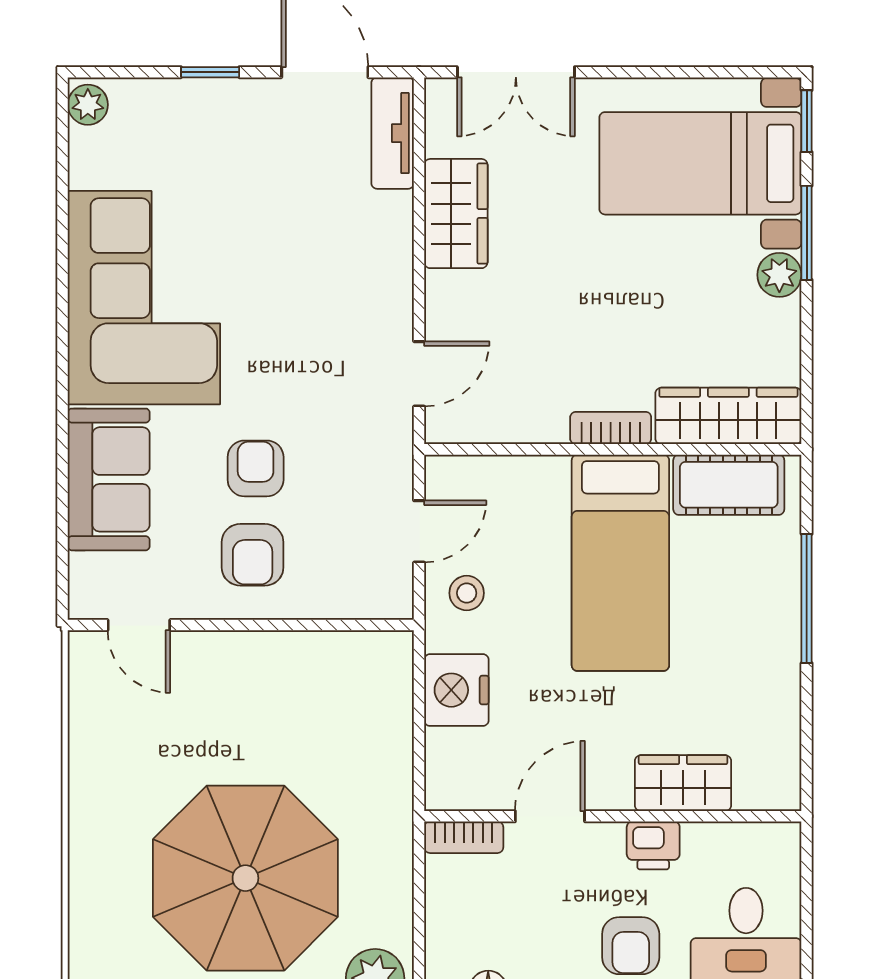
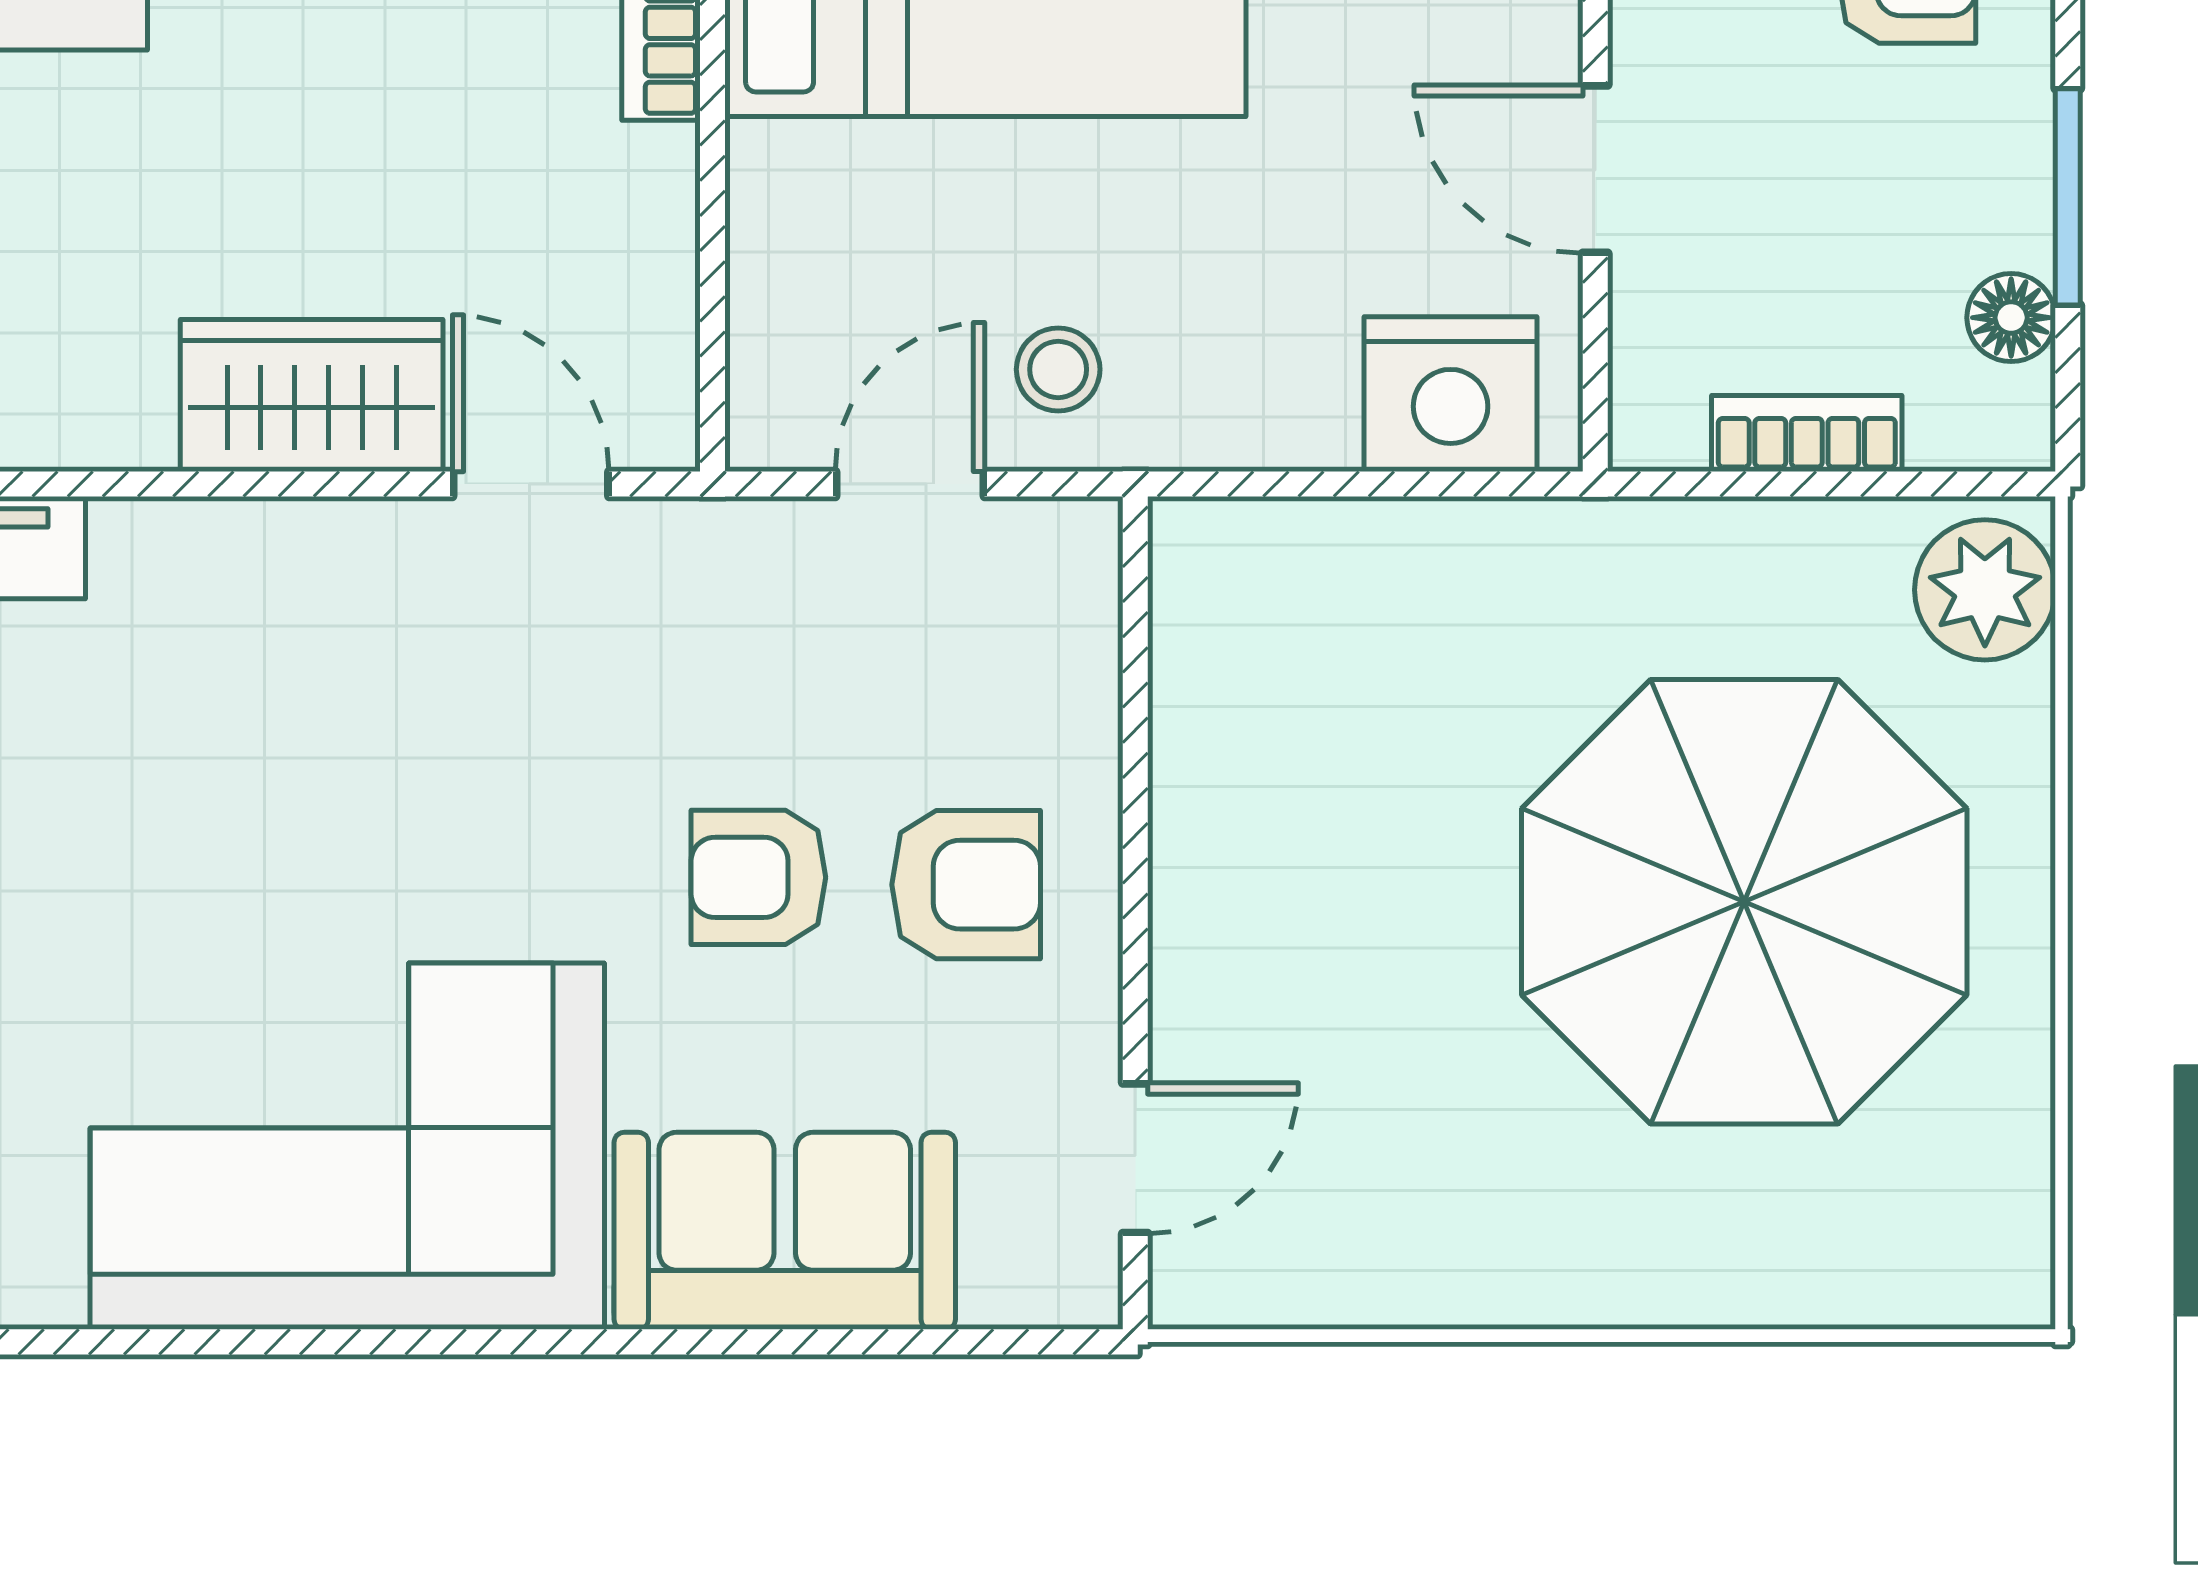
wardrobe: (456, 214) -> (312, 395), moved
door: (419, 531) -> (910, 484), hinge flipped
nightstand: (456, 690) -> (1451, 394), moved
bookcase: (464, 837) -> (1807, 434), moved, turned -90

